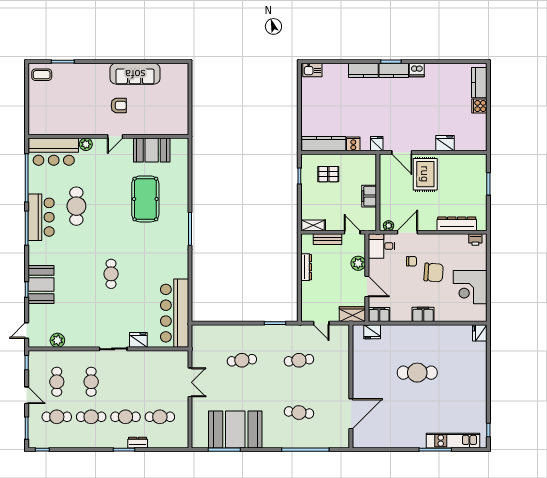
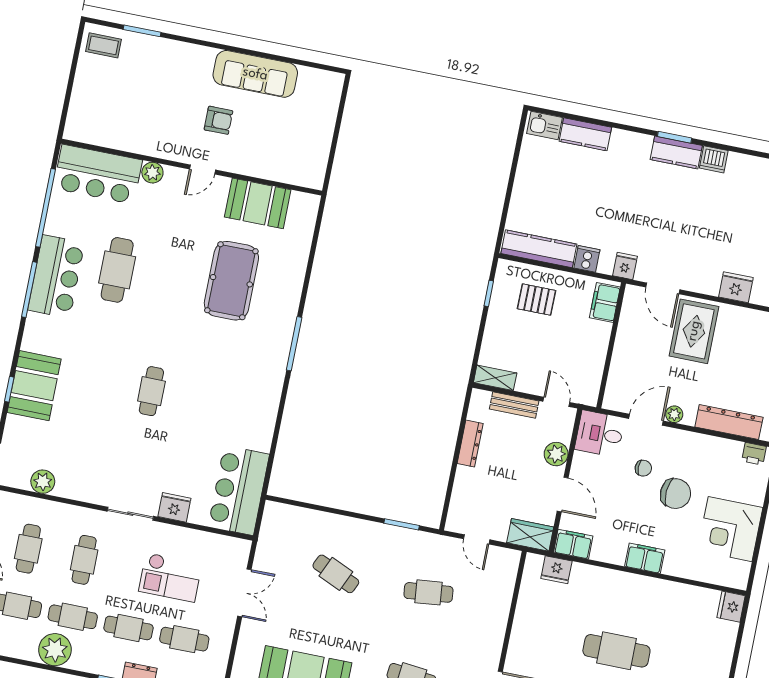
kitchen counter: (363, 70) -> (585, 134), moved
filing cabinet: (369, 196) -> (605, 302), moved
plant: (389, 226) -> (674, 414), moved
bar counter: (175, 313) -> (239, 490), width x0.73
cafe table: (242, 360) -> (336, 574), turned 30
checkout: (144, 382) -> (170, 577), added
plant: (85, 438) -> (55, 650), added

